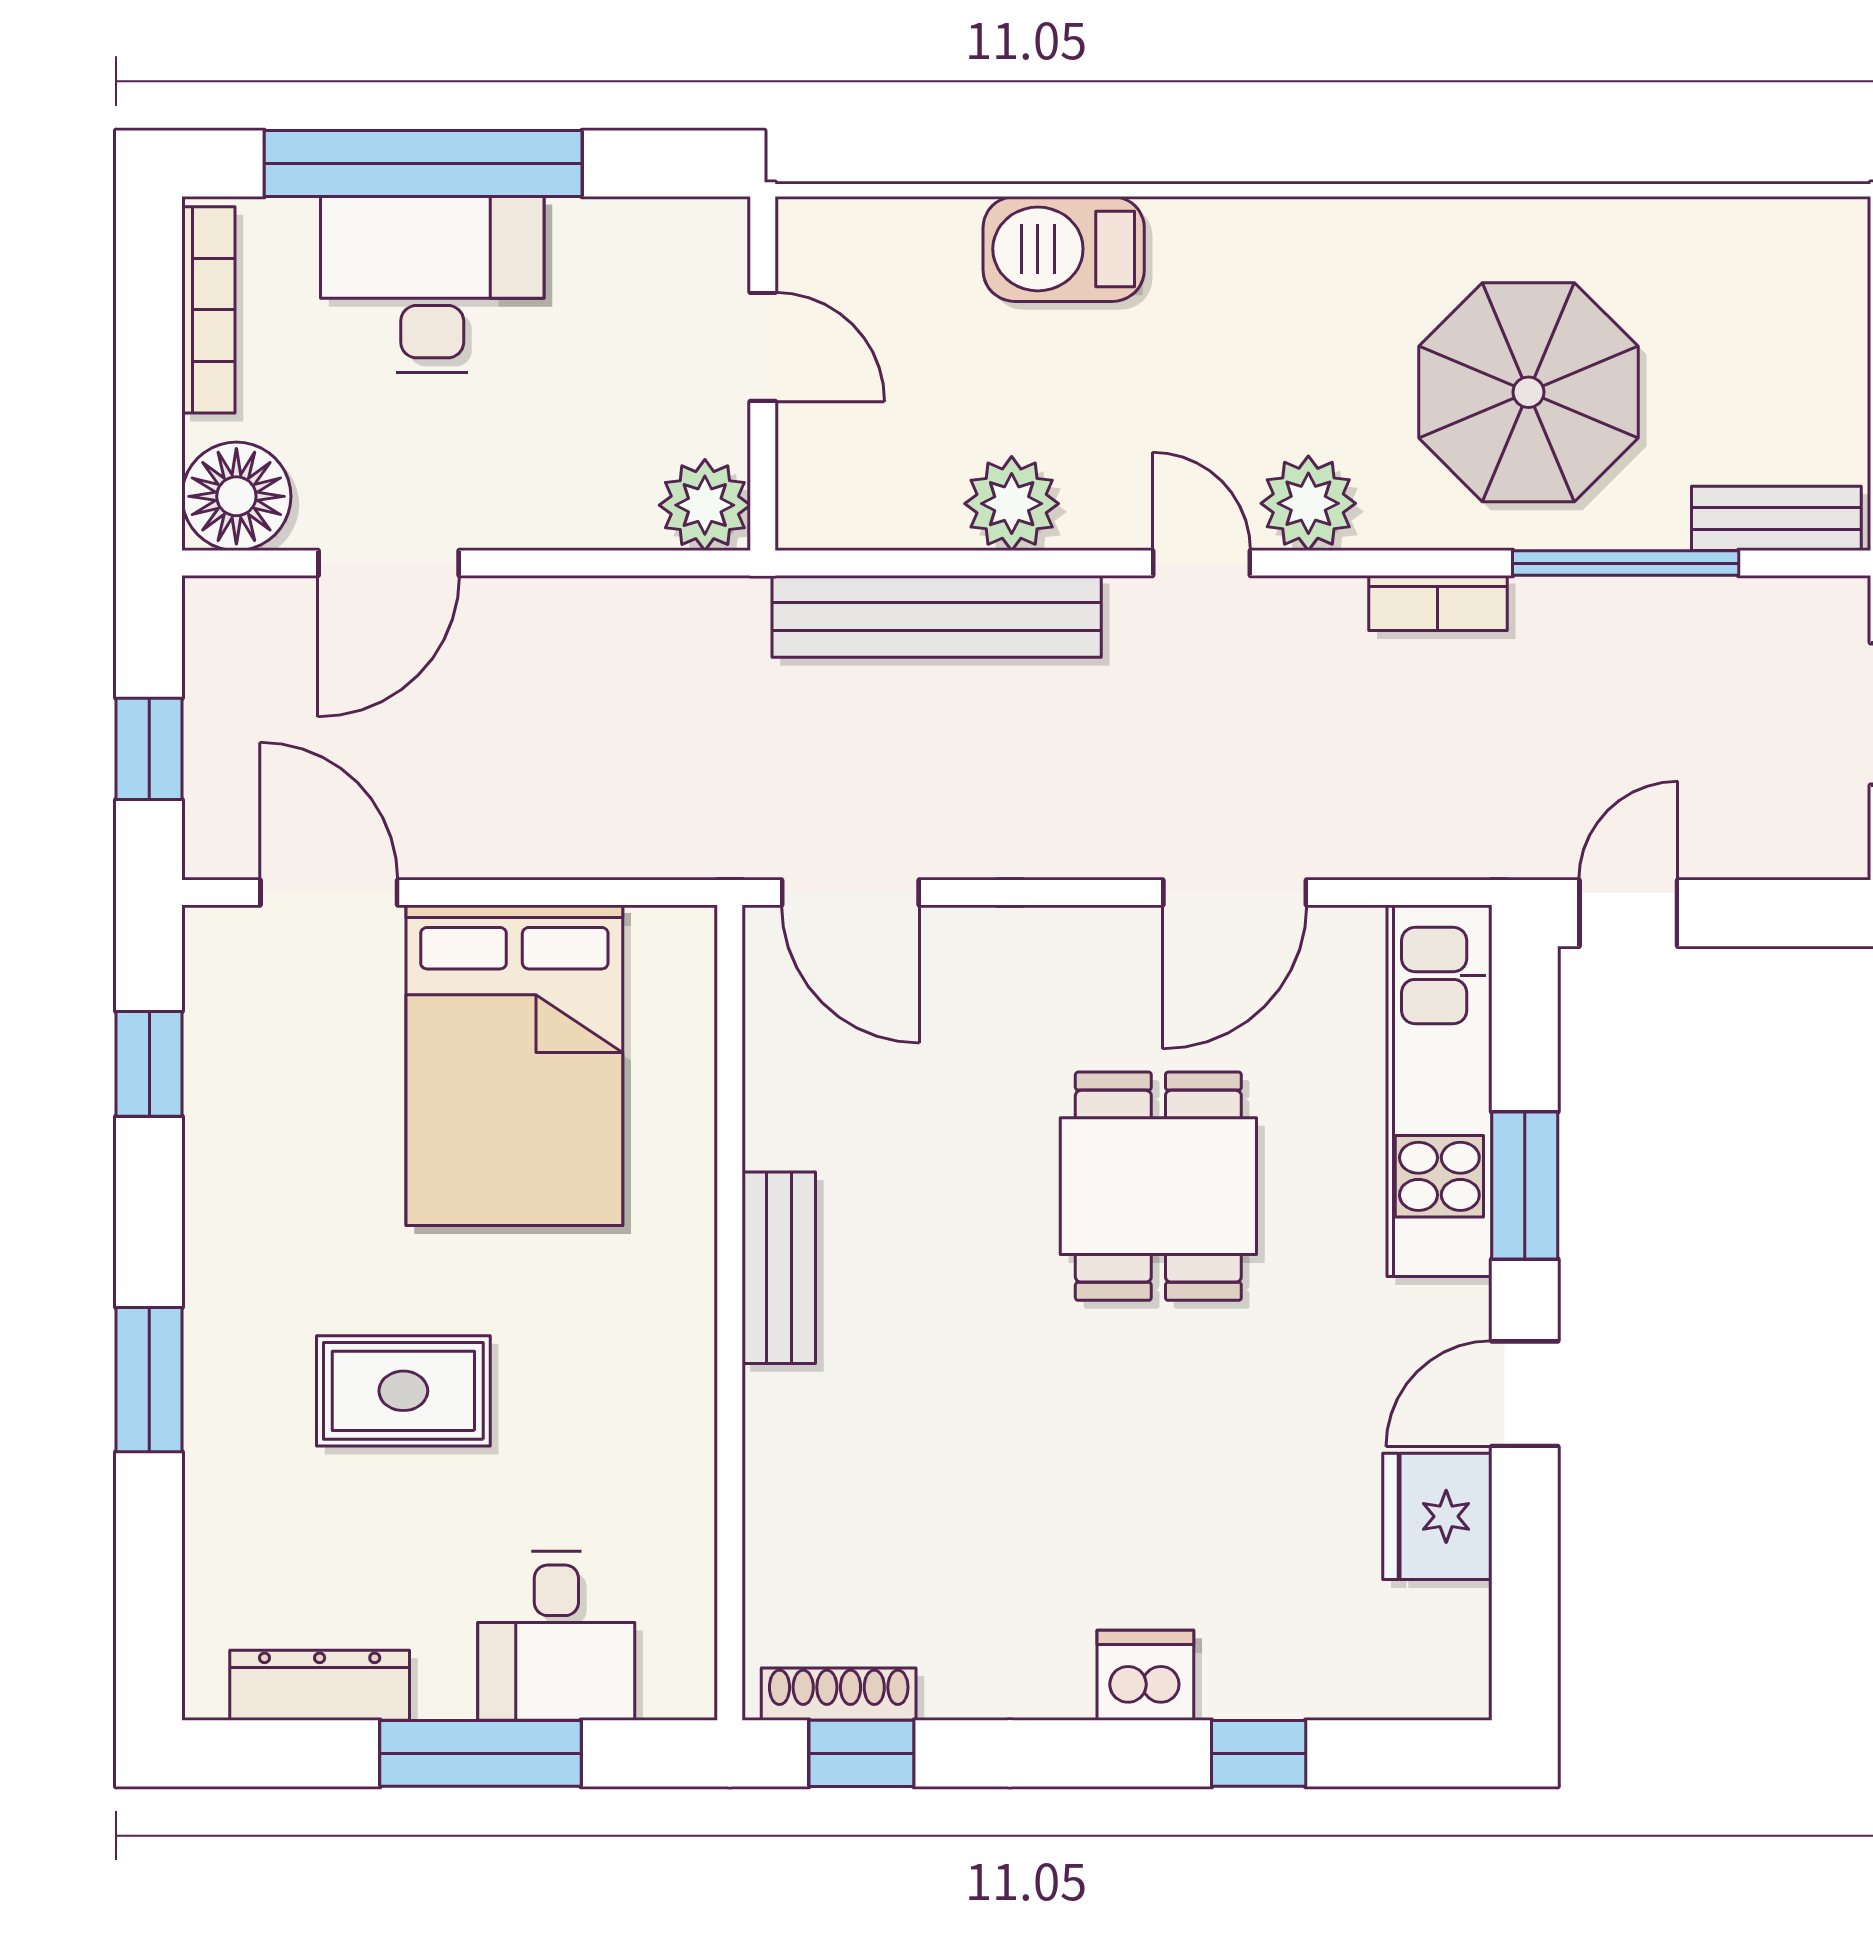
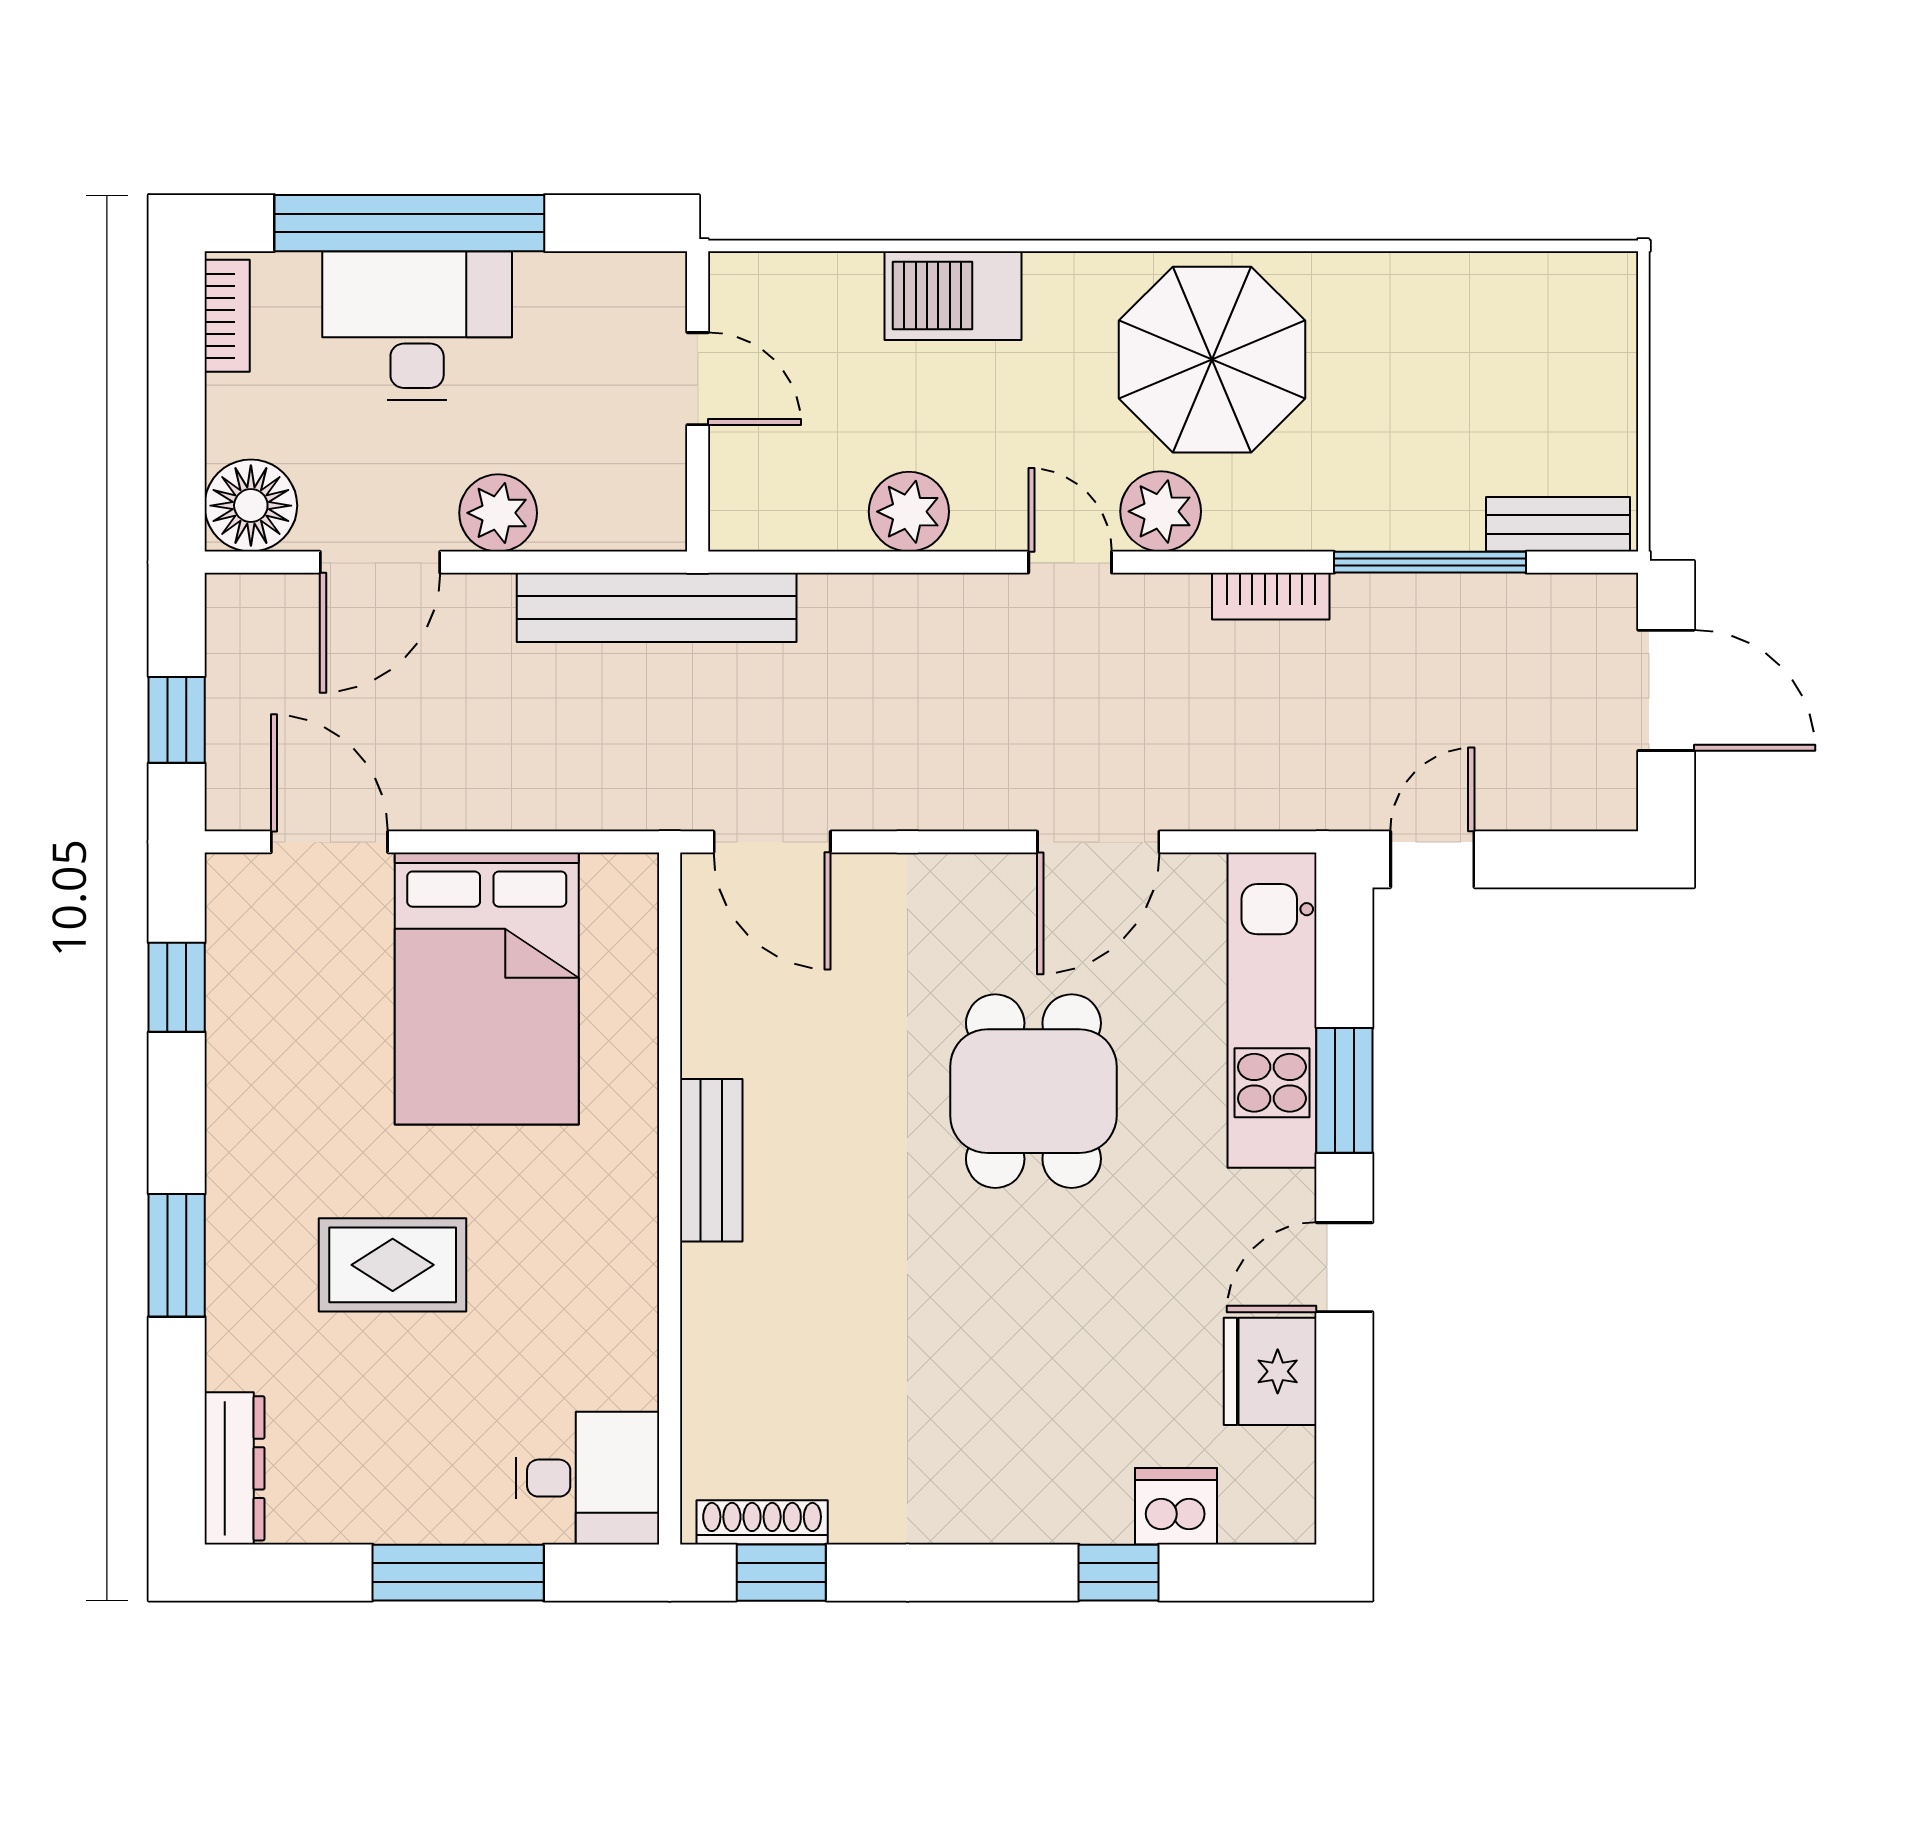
bookcase: (208, 310) -> (227, 316), width x0.64
parasol: (1528, 392) -> (1212, 360), moved
plant: (705, 505) -> (498, 513), moved
bench: (937, 616) -> (657, 607), moved
desk: (556, 1636) -> (587, 1478), moved, turned -90
dishwasher: (1145, 1675) -> (1176, 1506), moved
dresser: (320, 1685) -> (234, 1468), moved, turned 90

